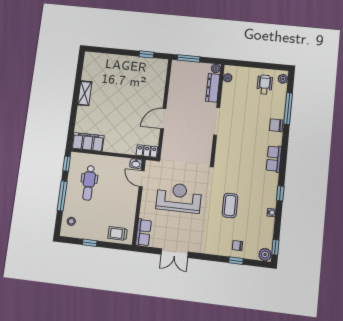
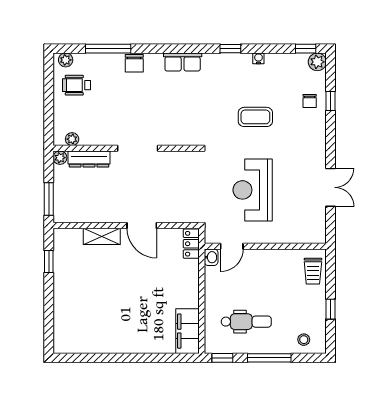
shelving: (85, 93) -> (102, 236), moved
row of seats: (143, 232) -> (307, 234), removed

